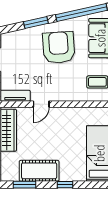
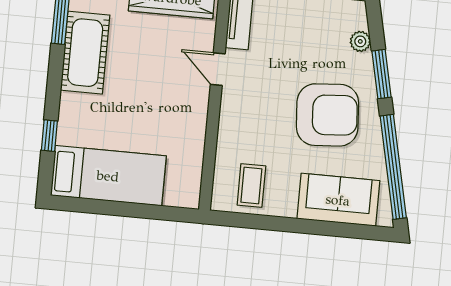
plant: (21, 35) -> (360, 41), added
window: (65, 185) -> (49, 136), moved

